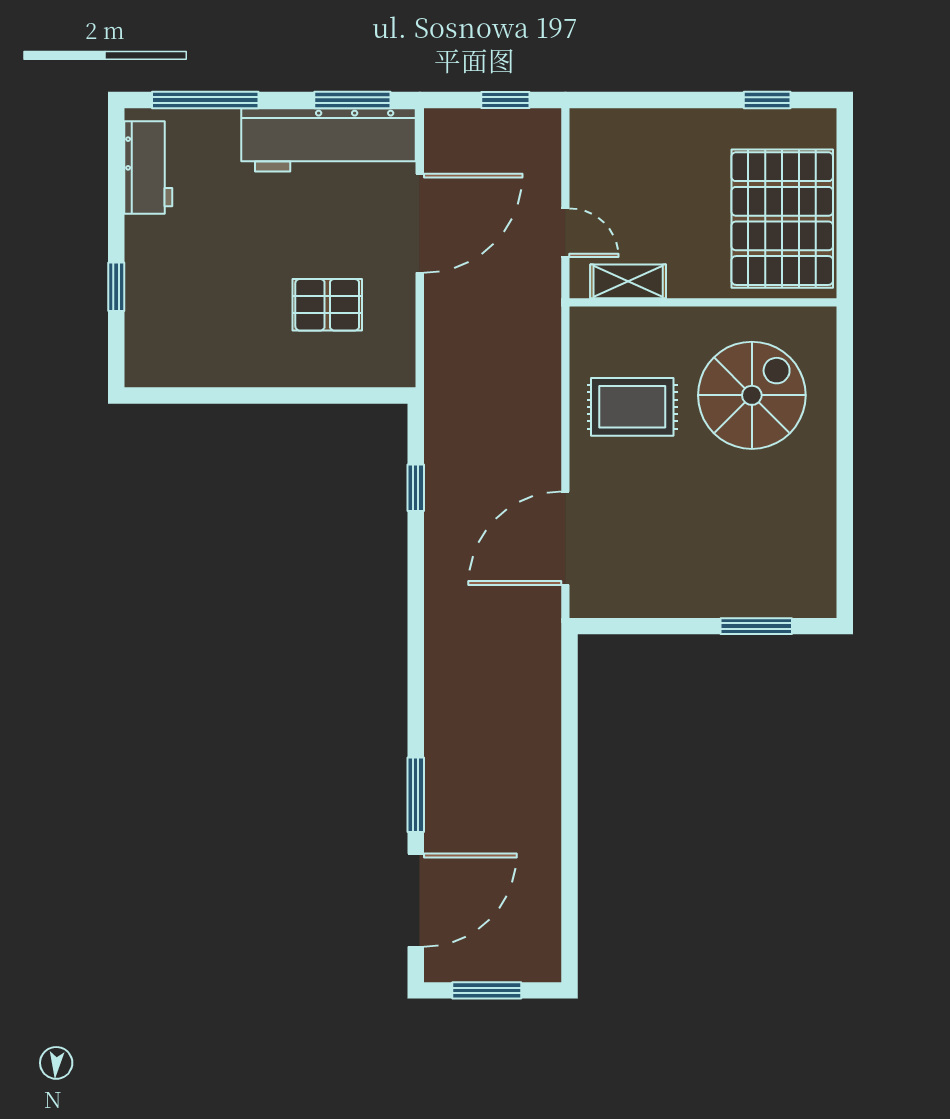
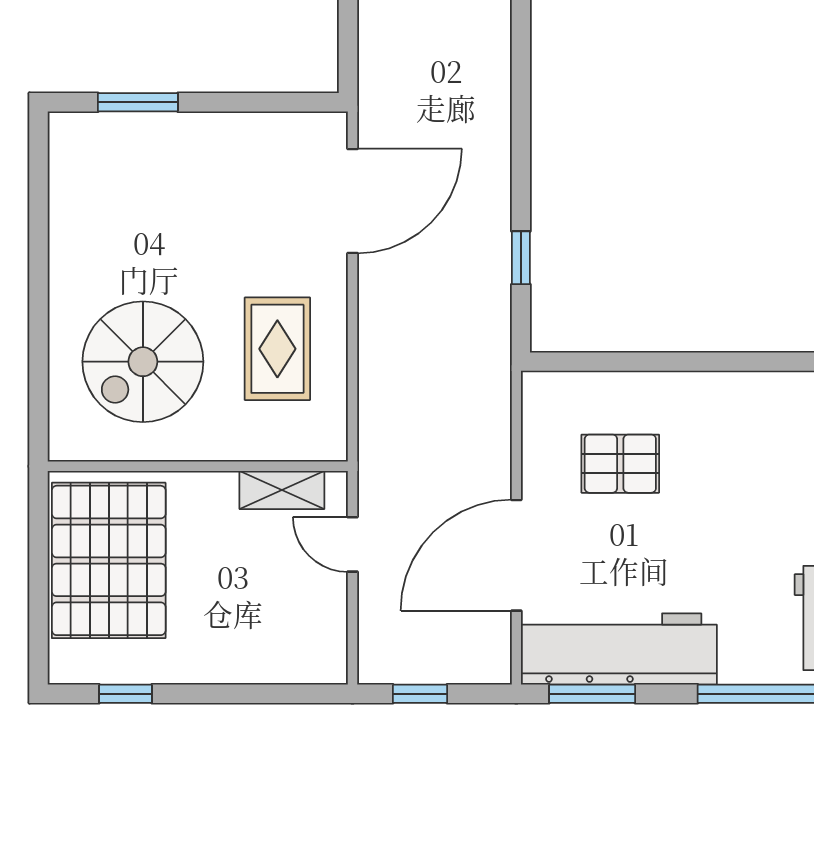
rug: (632, 407) -> (277, 349), turned 90

